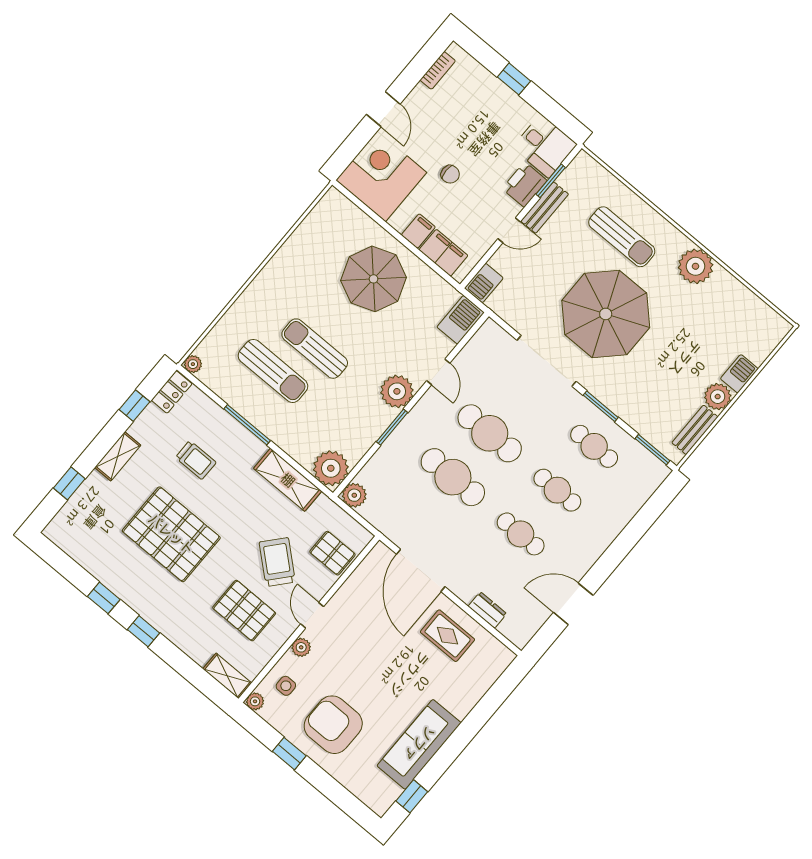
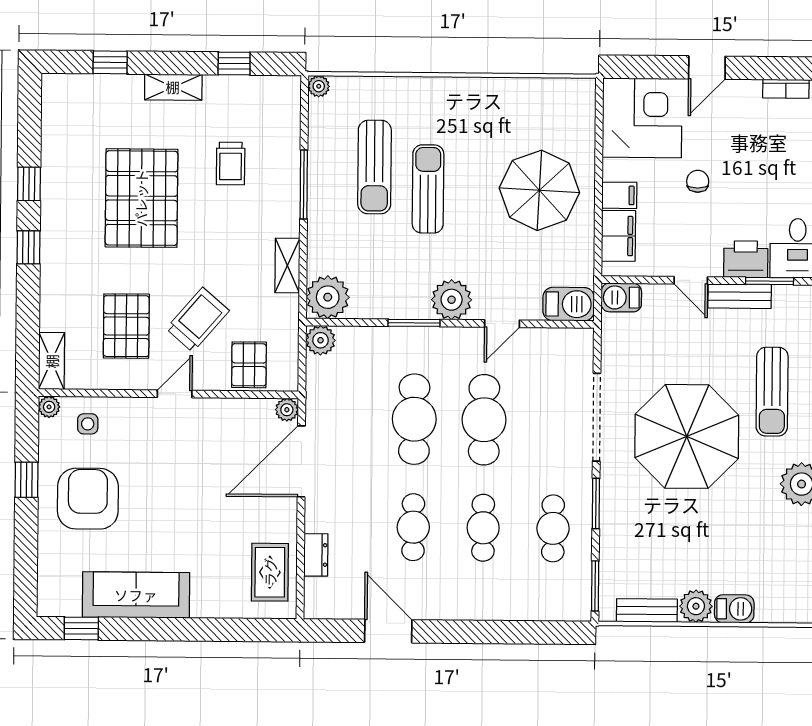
chair: (450, 174) -> (698, 181), turned 180
locker: (172, 392) -> (276, 88), removed
shelving: (288, 480) -> (287, 266), width x0.67, depth x0.75
rug: (448, 636) -> (270, 572), moved
plant: (301, 647) -> (287, 410), moved

